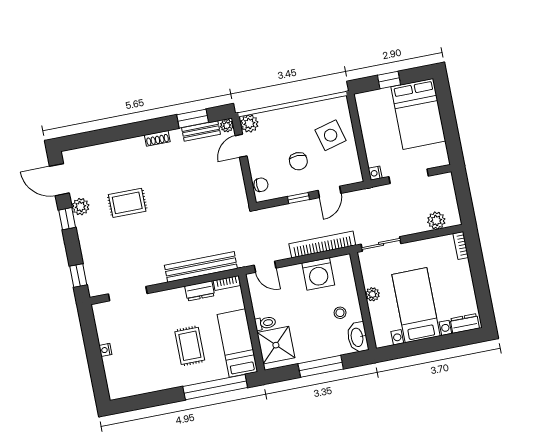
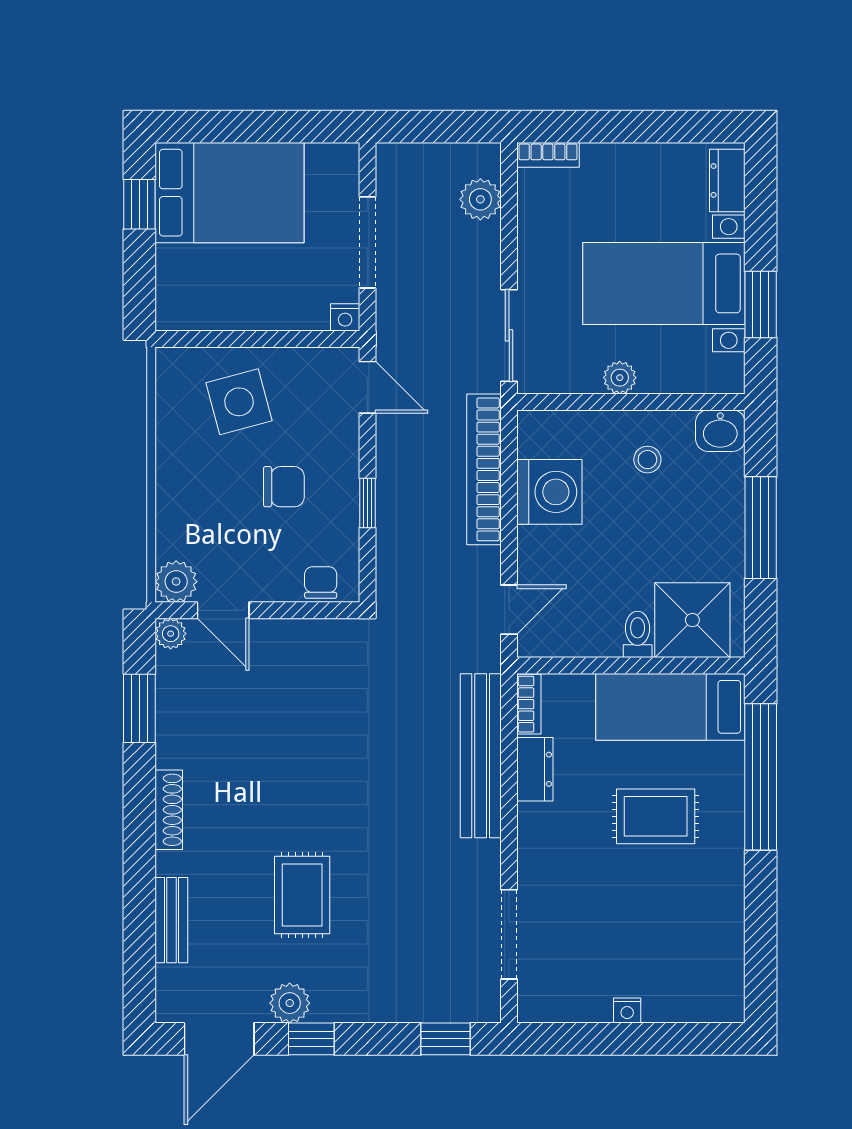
window: (389, 80) -> (139, 204), moved
bench: (201, 131) -> (171, 920), moved
shoe rack: (157, 138) -> (169, 810), width x1.43
door: (329, 192) -> (367, 387), moved
washbasin: (358, 337) -> (720, 431), width x0.72
window: (415, 348) -> (761, 304), added

